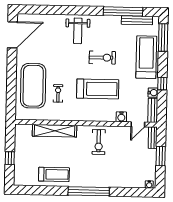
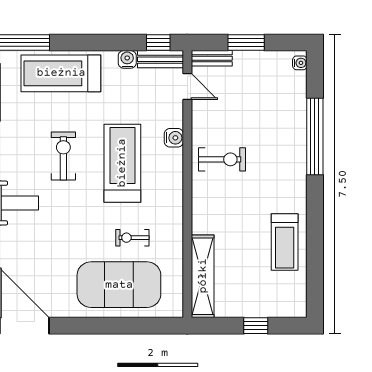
window: (162, 84) -> (158, 43), moved
water cooler: (121, 117) -> (174, 138), moved
shelving: (55, 131) -> (203, 276), moved
treadmill: (54, 174) -> (285, 242), turned 180
window: (89, 191) -> (315, 137), moved

